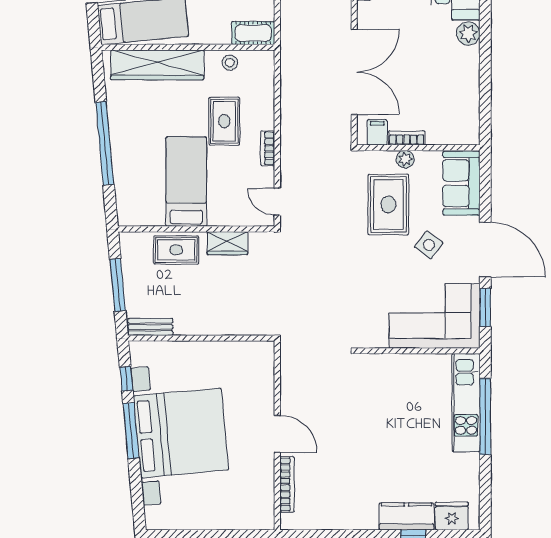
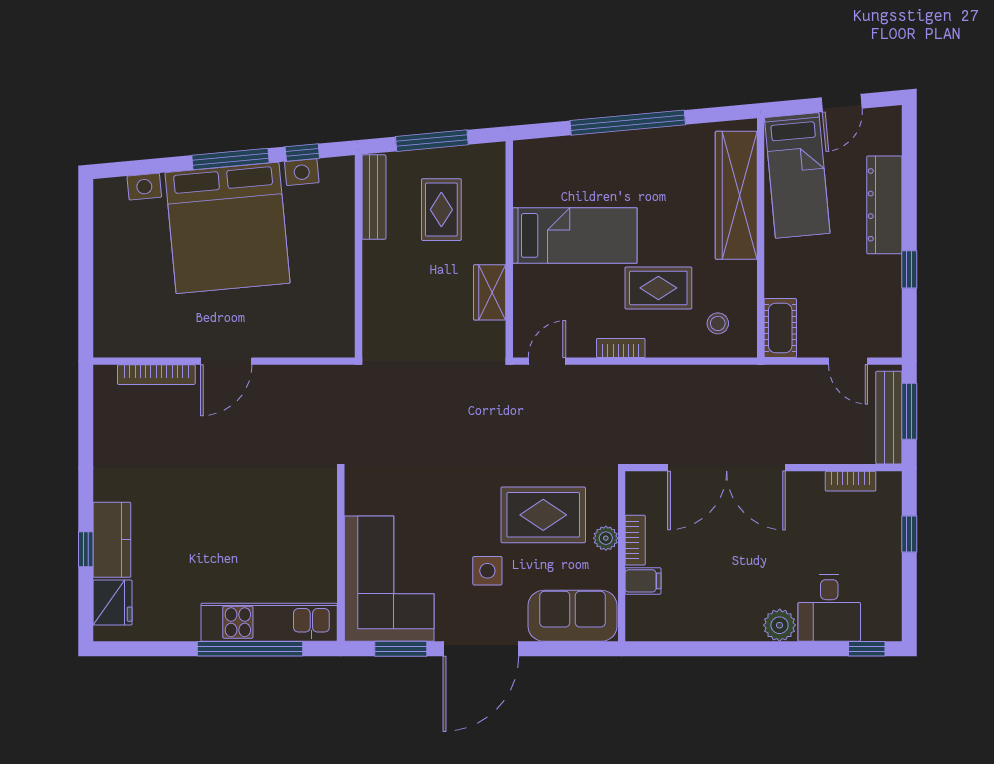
stool: (230, 63) -> (718, 323), moved
filing cabinet: (377, 132) -> (643, 581), moved
side table: (429, 245) -> (487, 571), turned -37
rug: (176, 250) -> (441, 210), moved
bench: (150, 327) -> (374, 197), width x1.36

